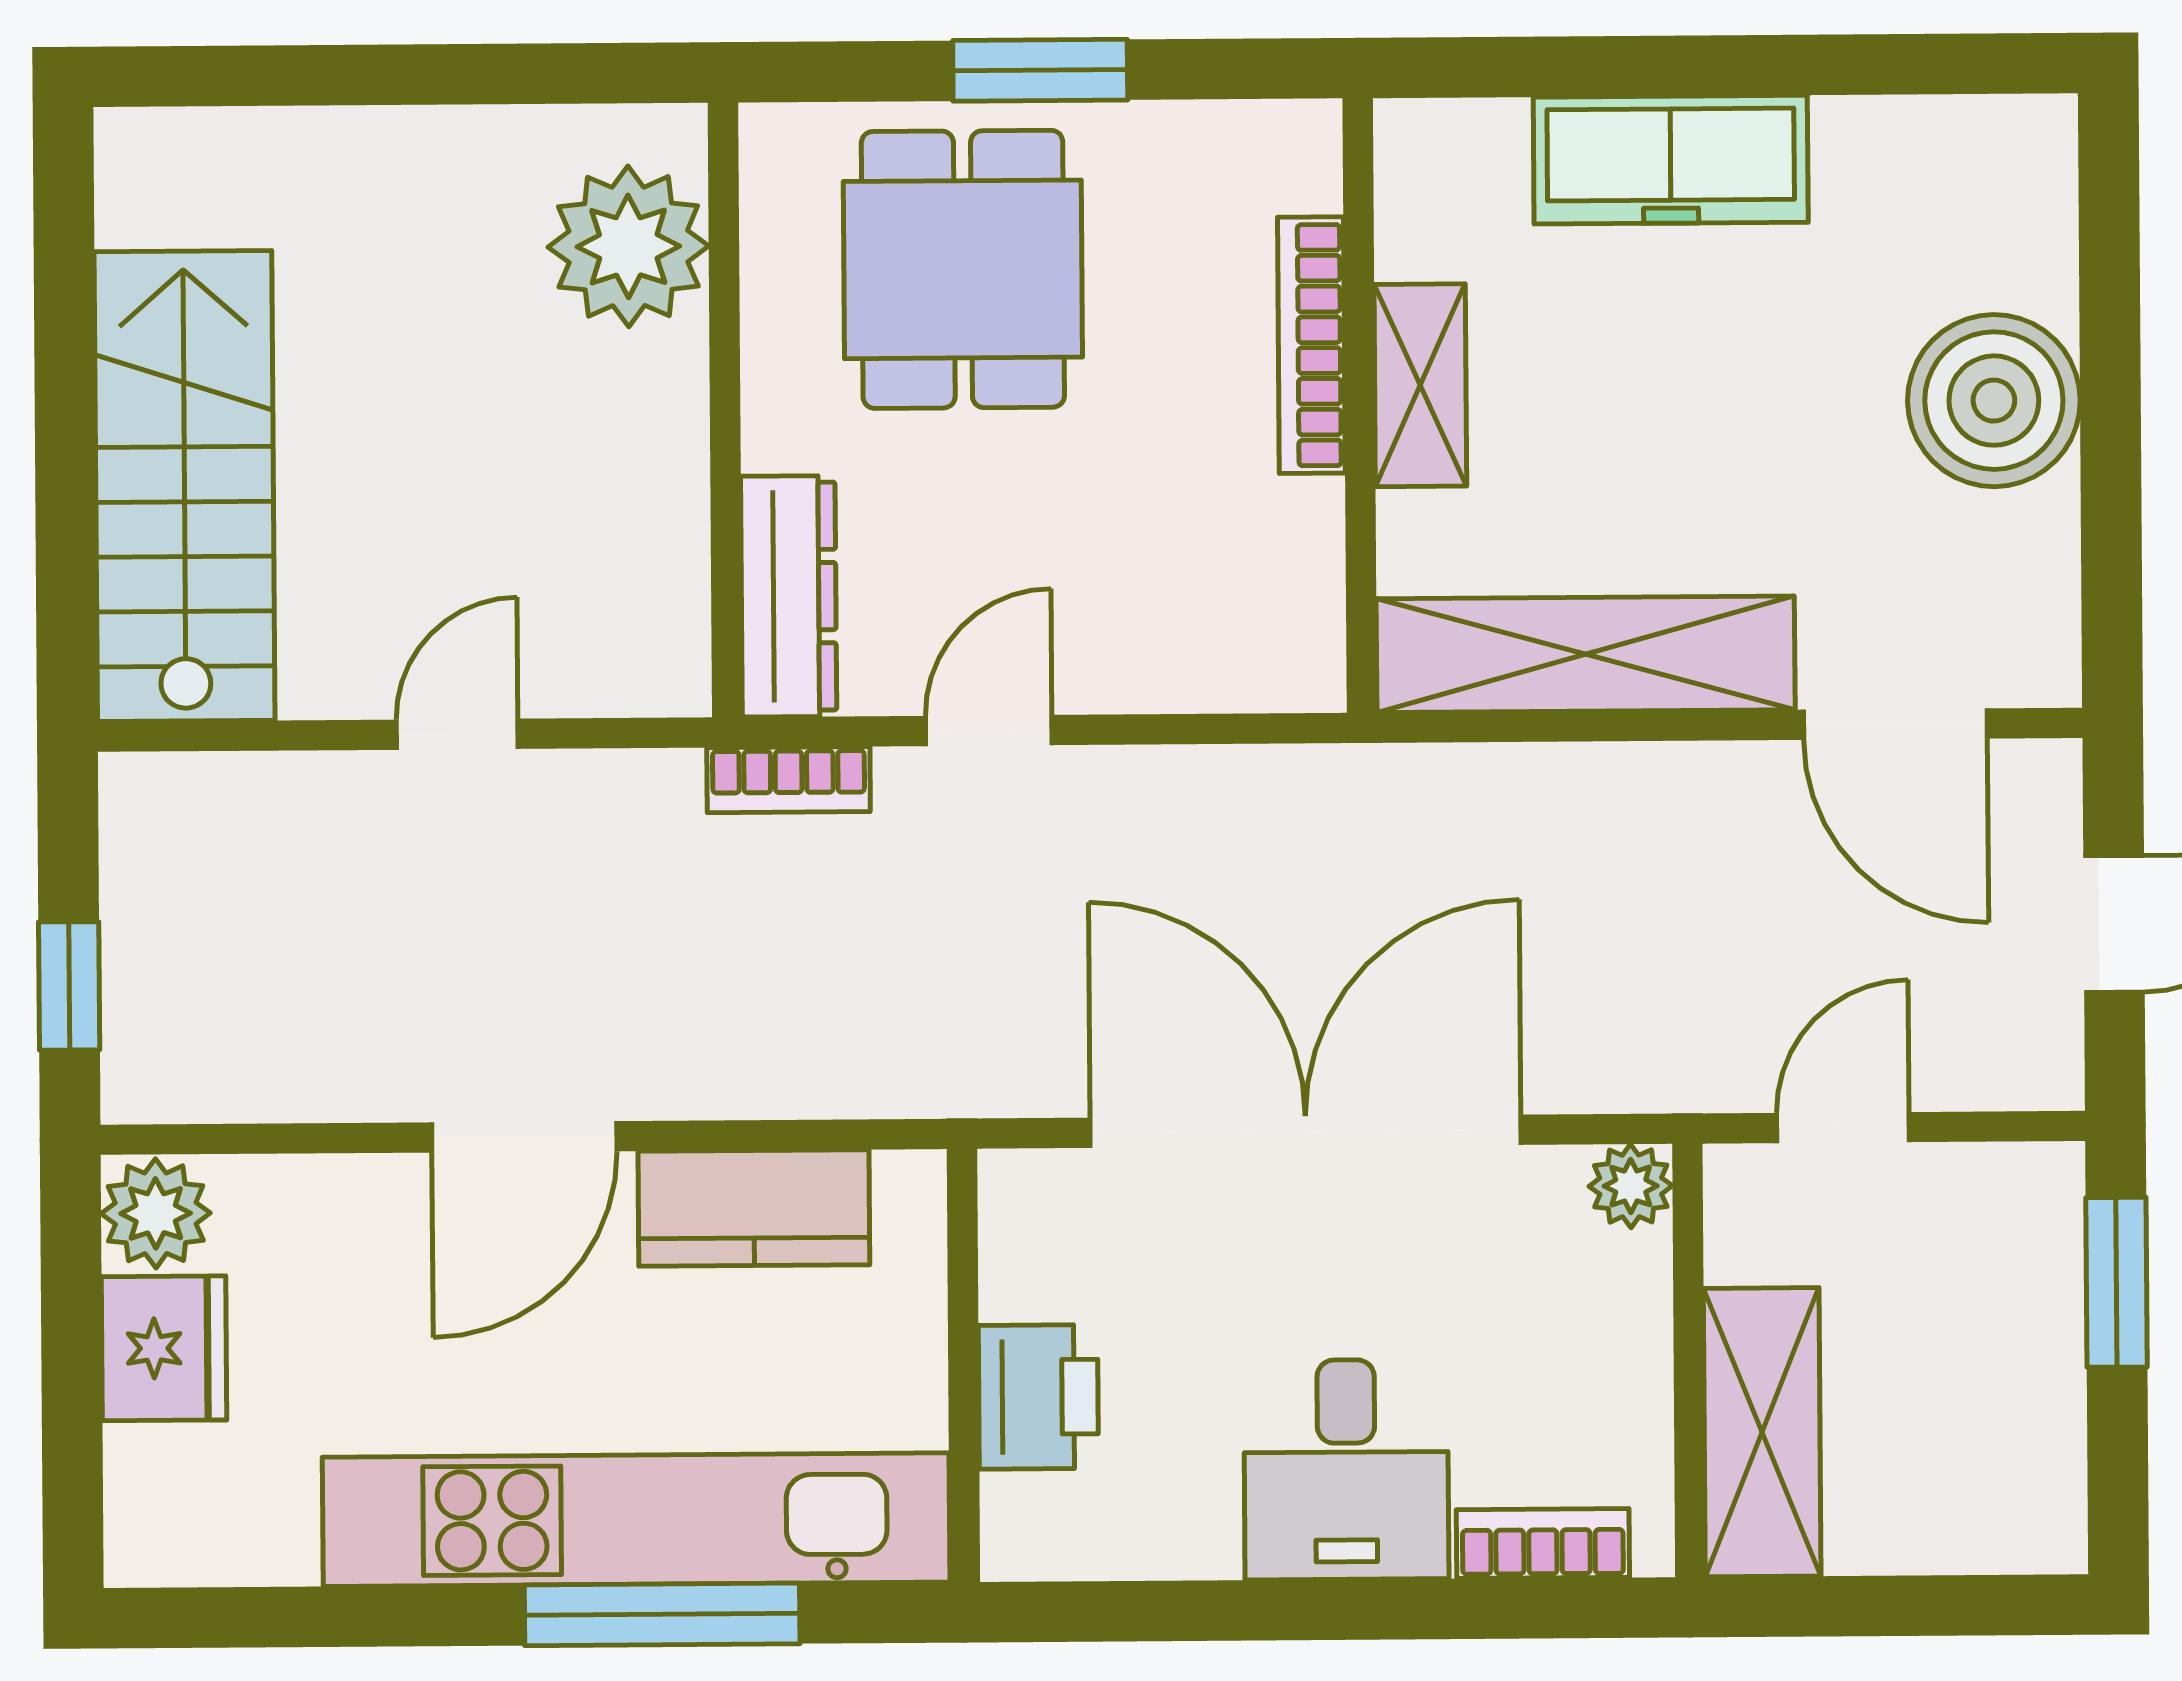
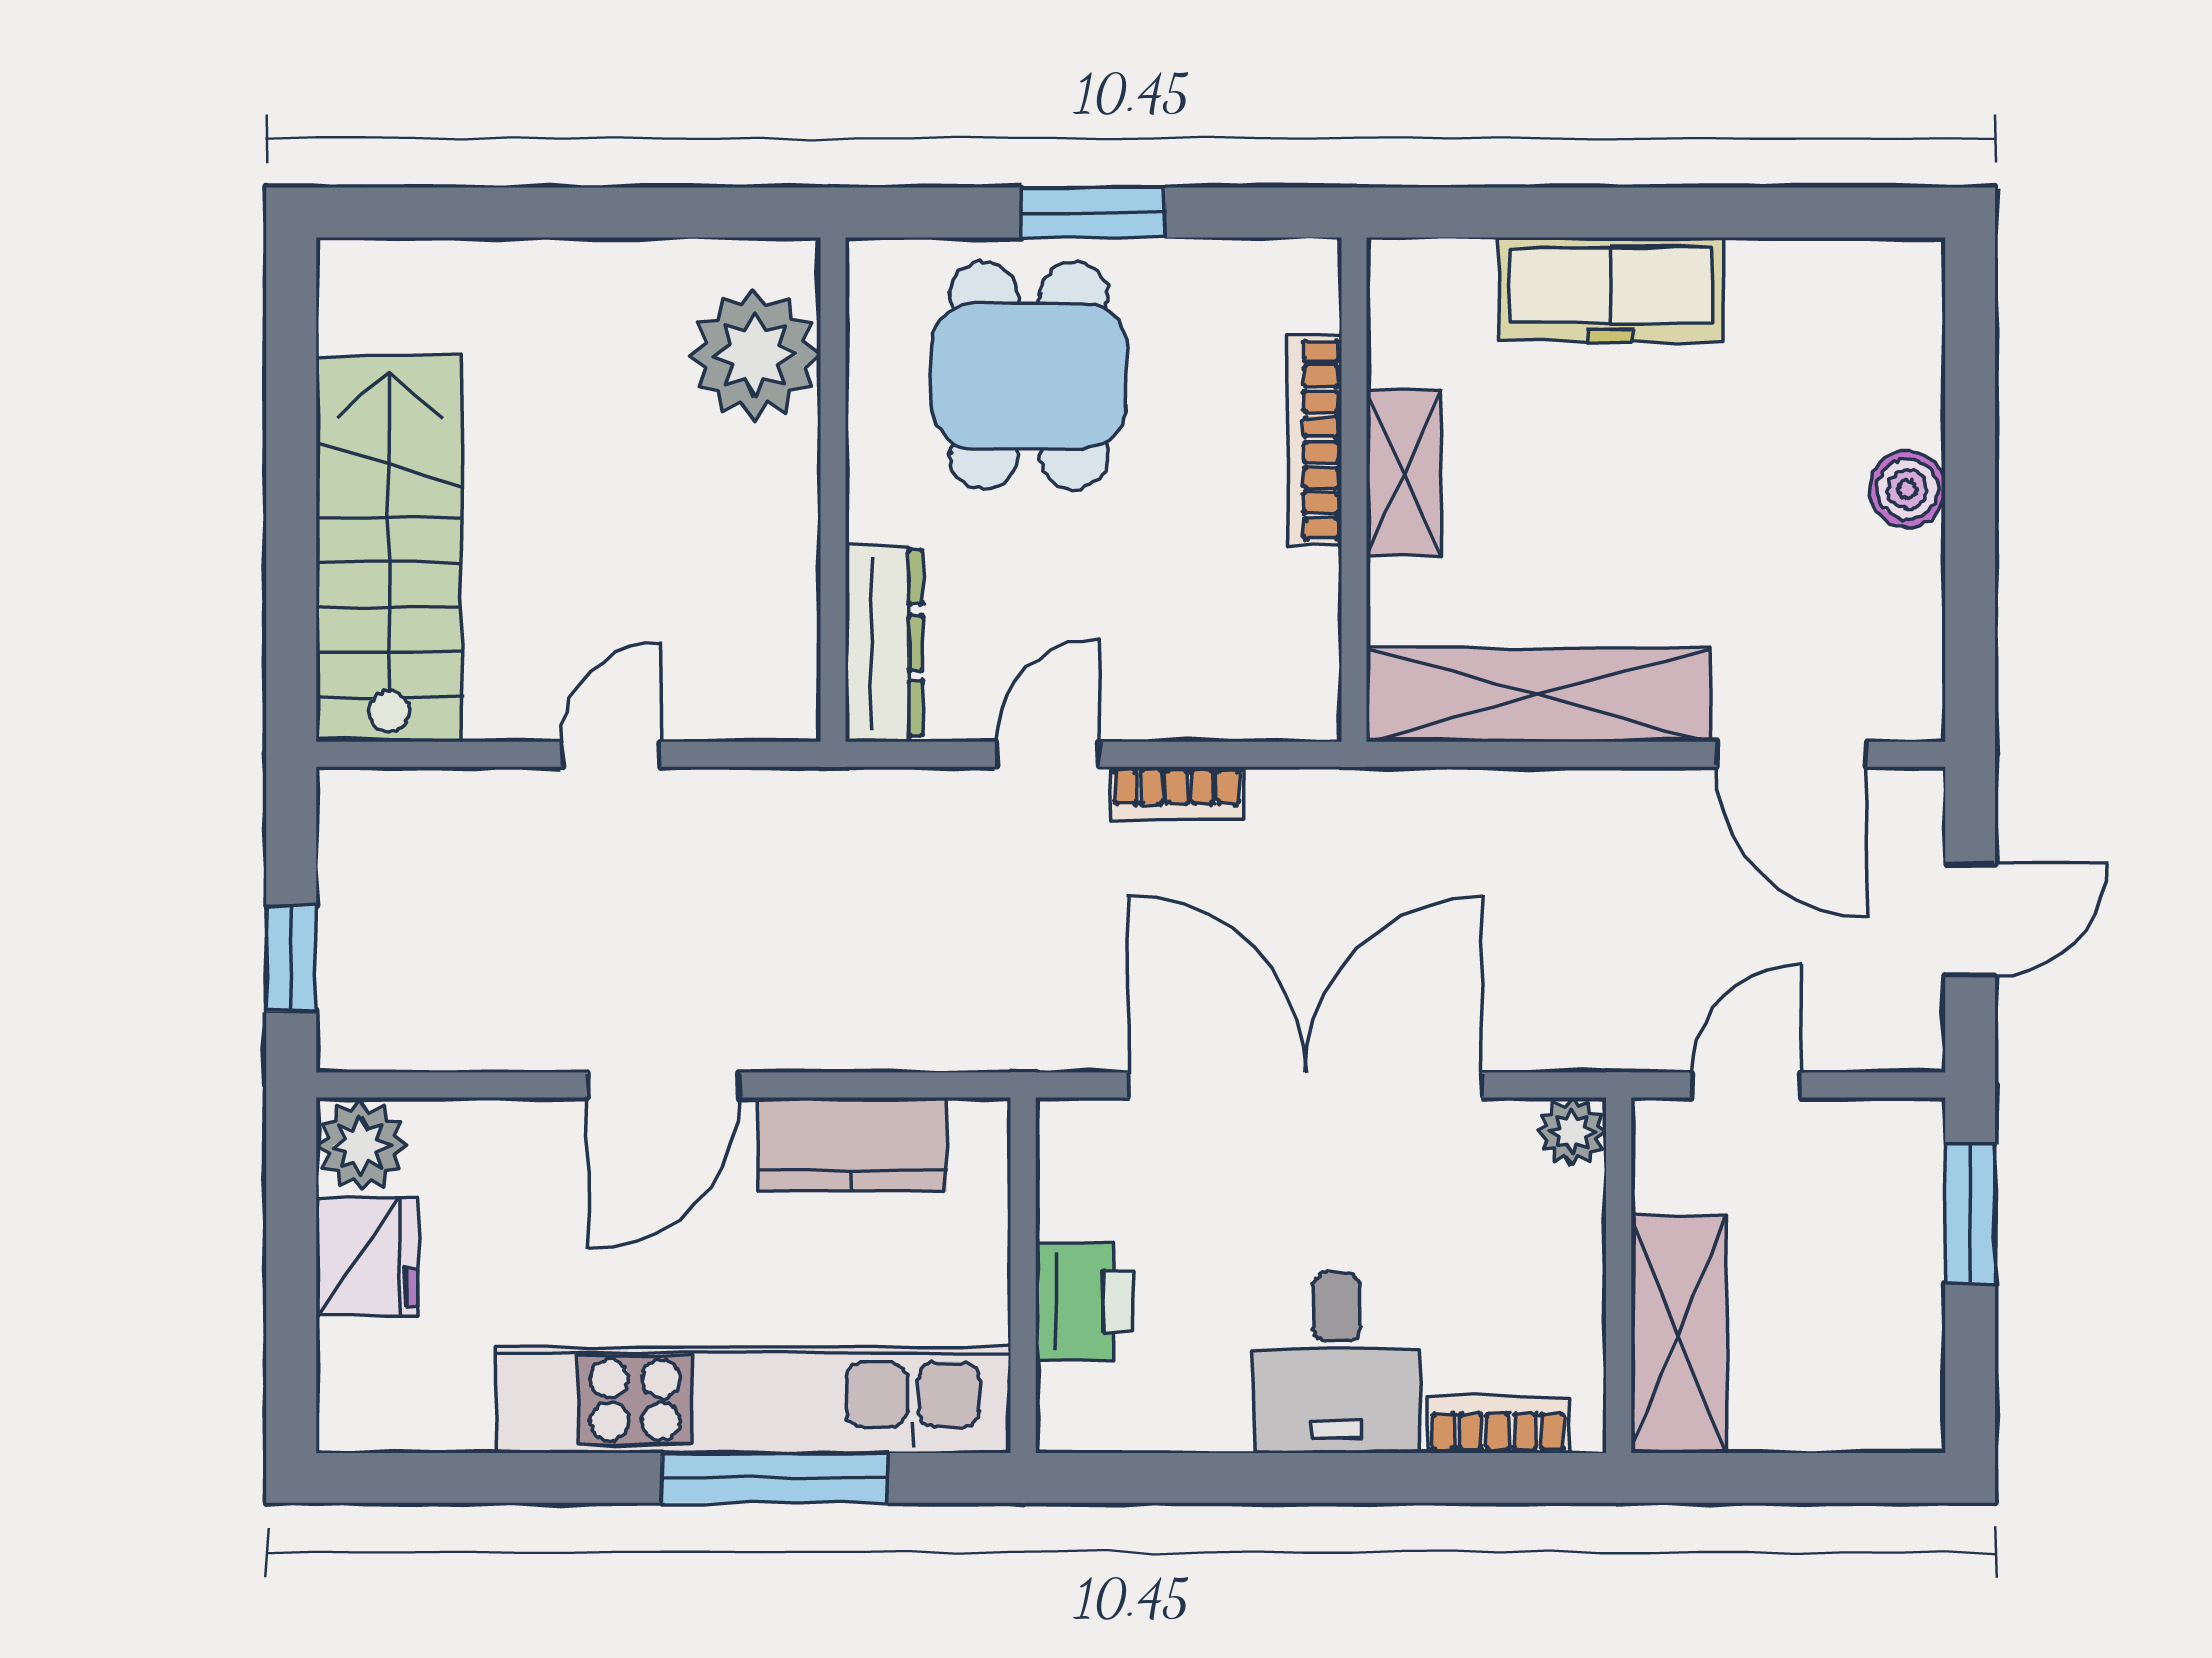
boiler: (1994, 401) -> (1907, 489), width x0.54, depth x0.54
bookcase: (789, 780) -> (1177, 793), moved

